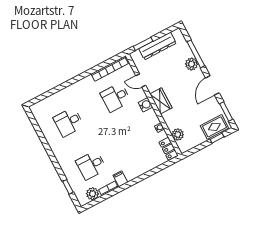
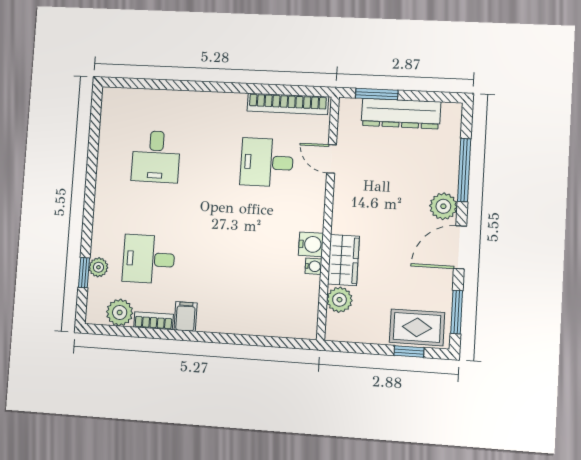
plant: (192, 64) -> (443, 206), moved
wardrobe: (161, 101) -> (343, 260), moved
water cooler: (145, 105) -> (311, 244), moved
desk: (69, 122) -> (156, 157), turned -90
locker: (168, 149) -> (306, 316), removed
plant: (72, 181) -> (98, 267), added

